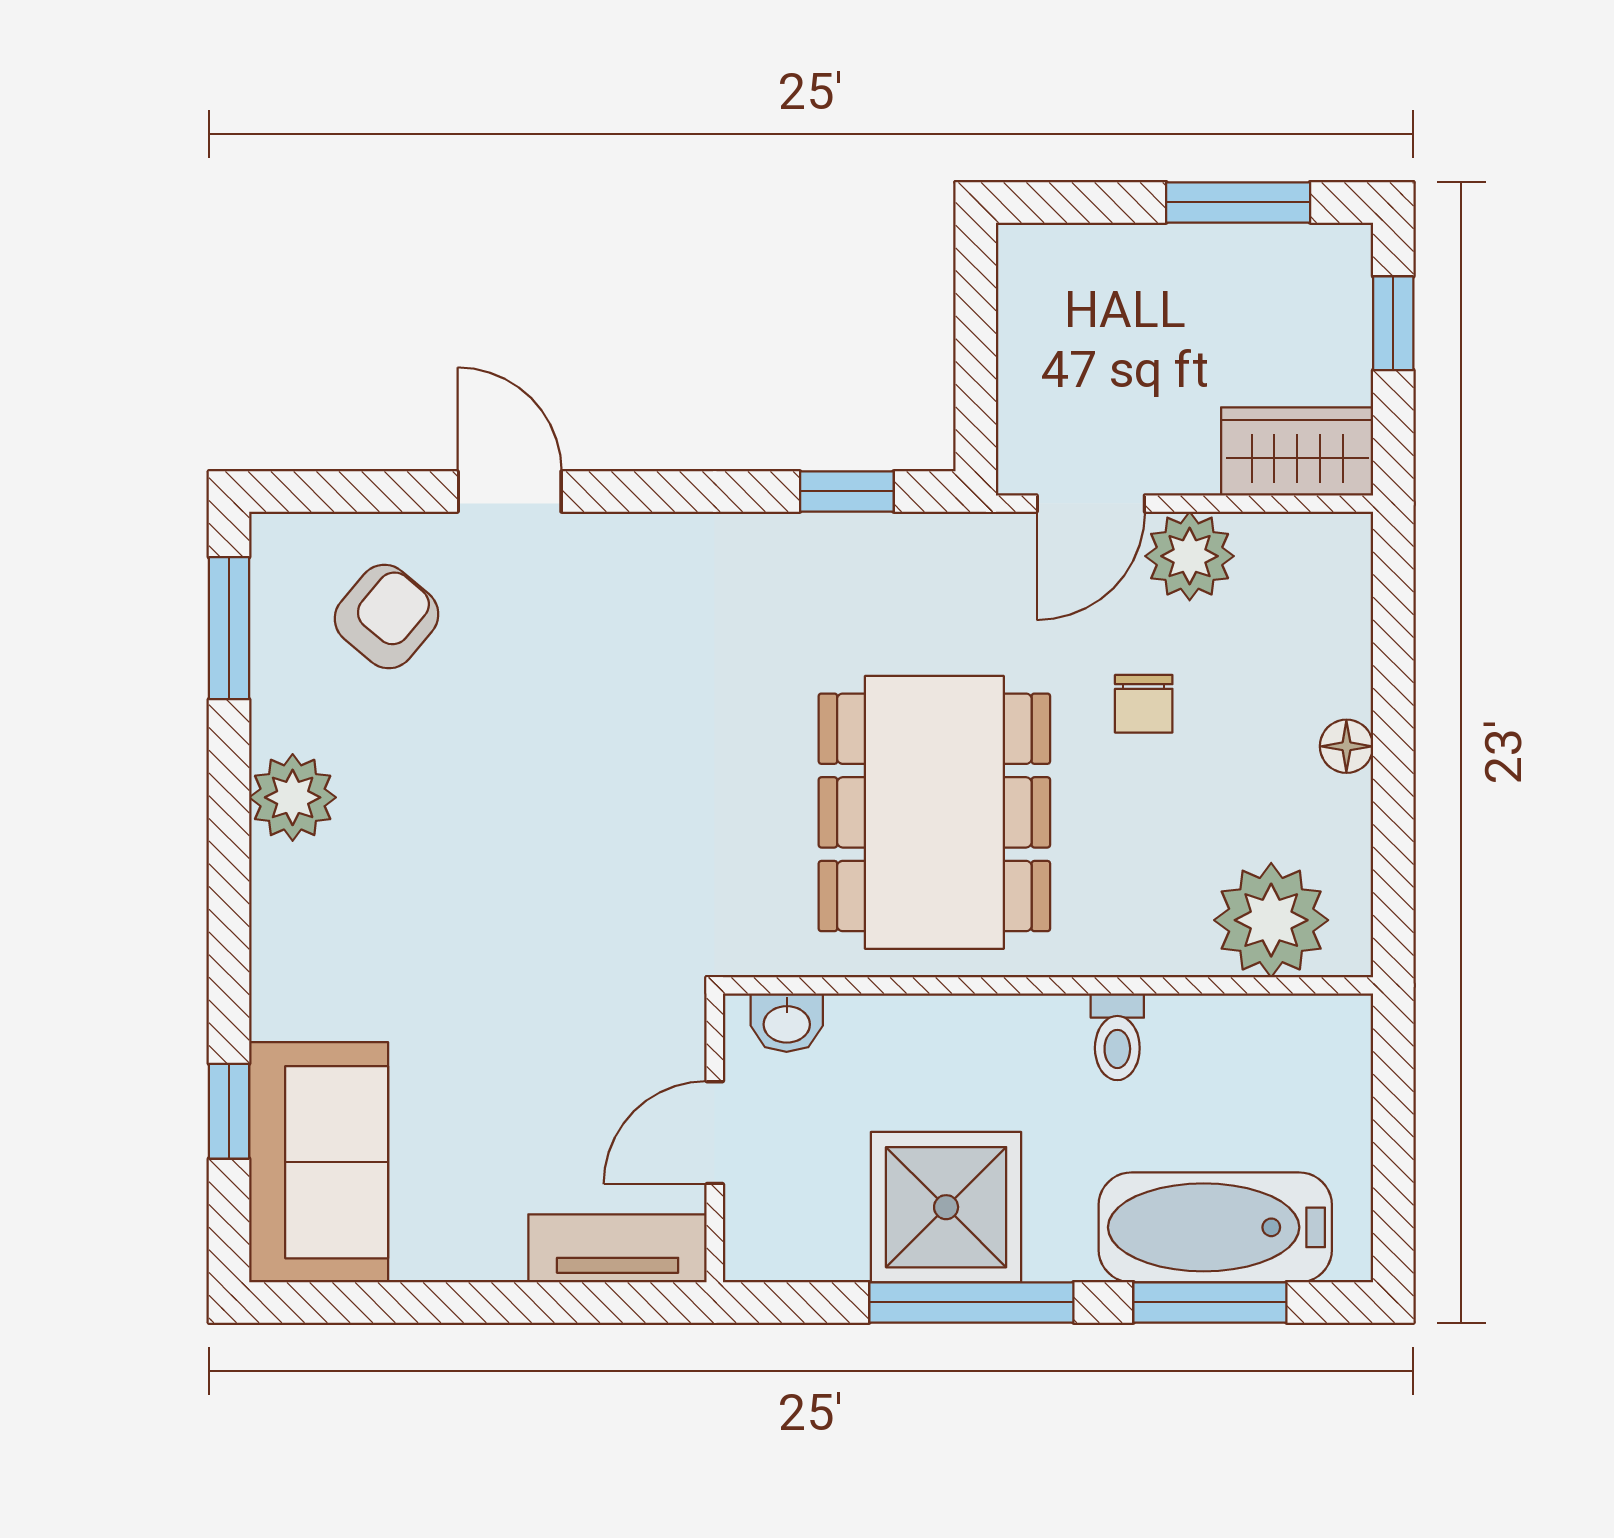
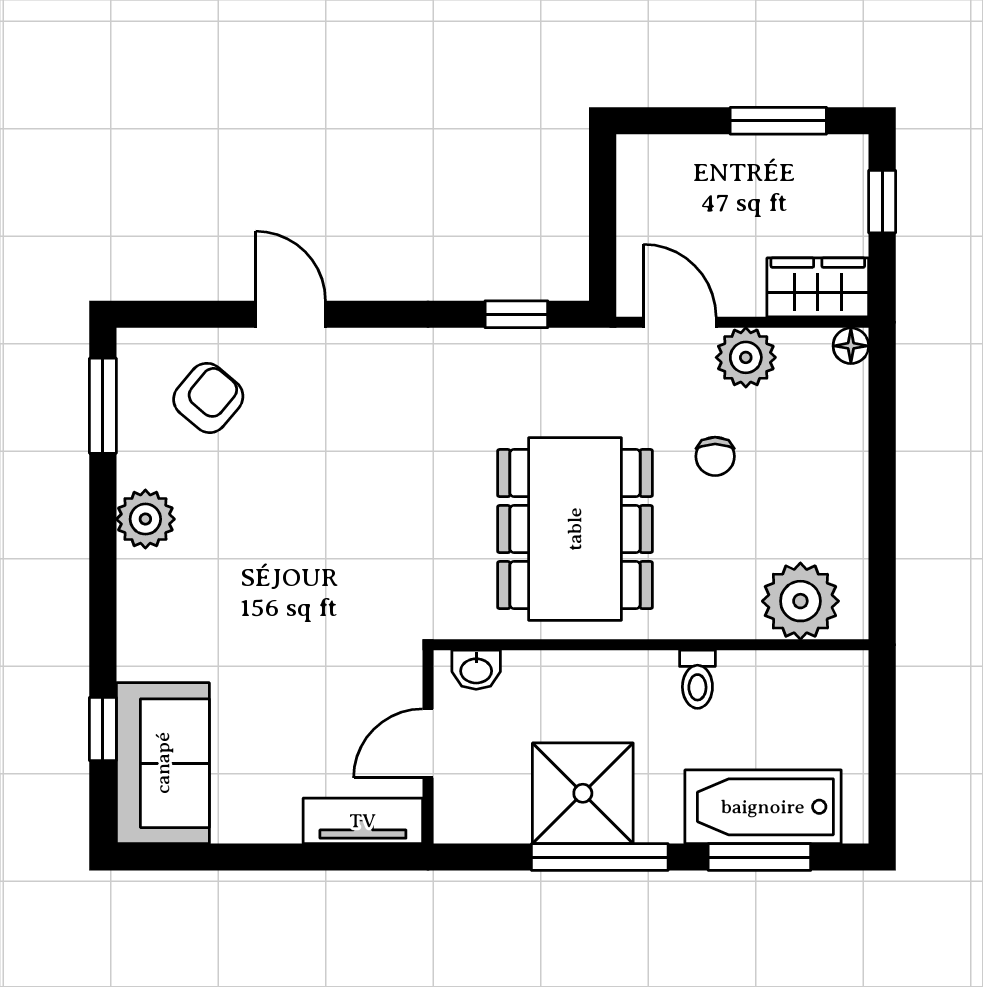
door: (1091, 504) -> (680, 322), swing flipped
floor lamp: (1346, 746) -> (851, 346), moved

